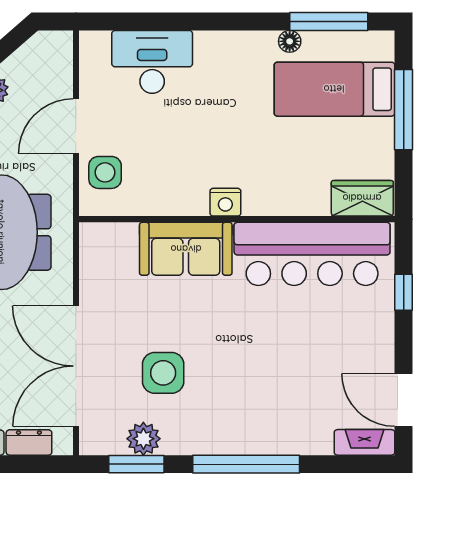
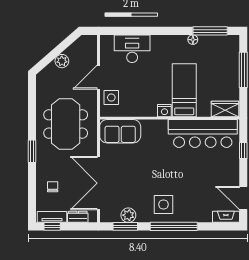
bed: (334, 89) -> (184, 90), moved, turned 90
sofa: (186, 249) -> (120, 131), moved
side table: (163, 373) -> (164, 205), moved

